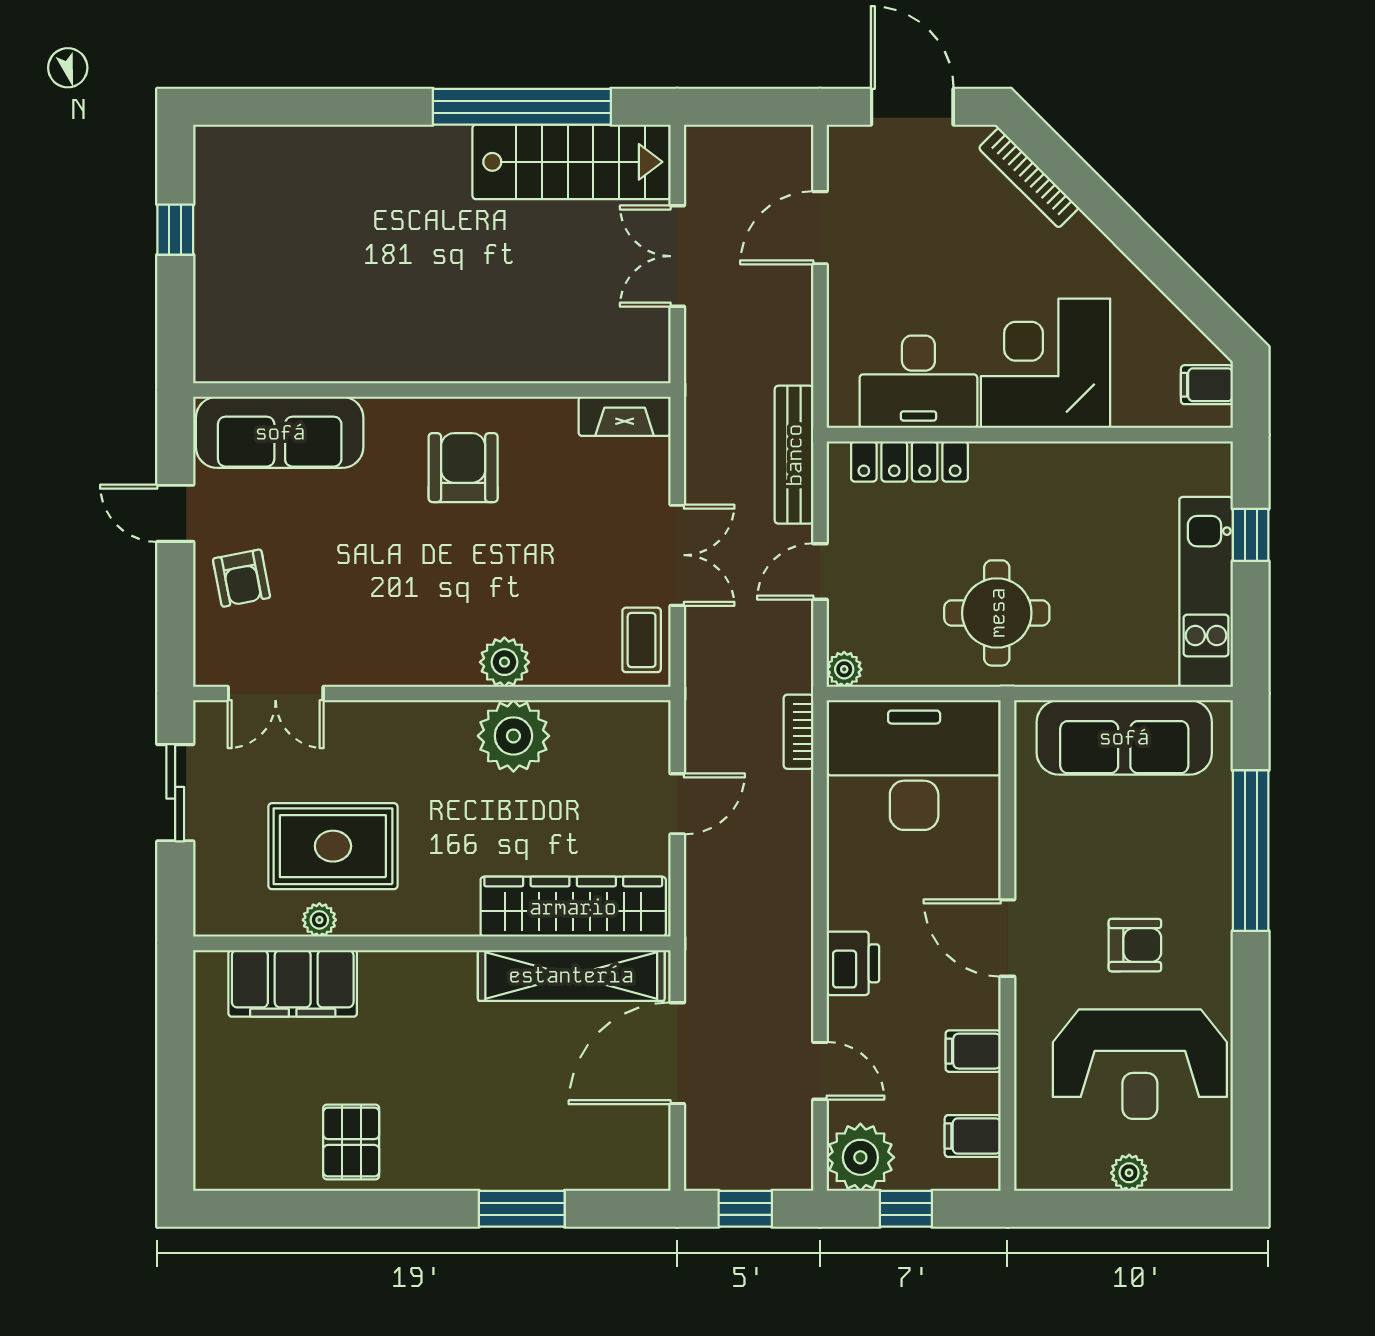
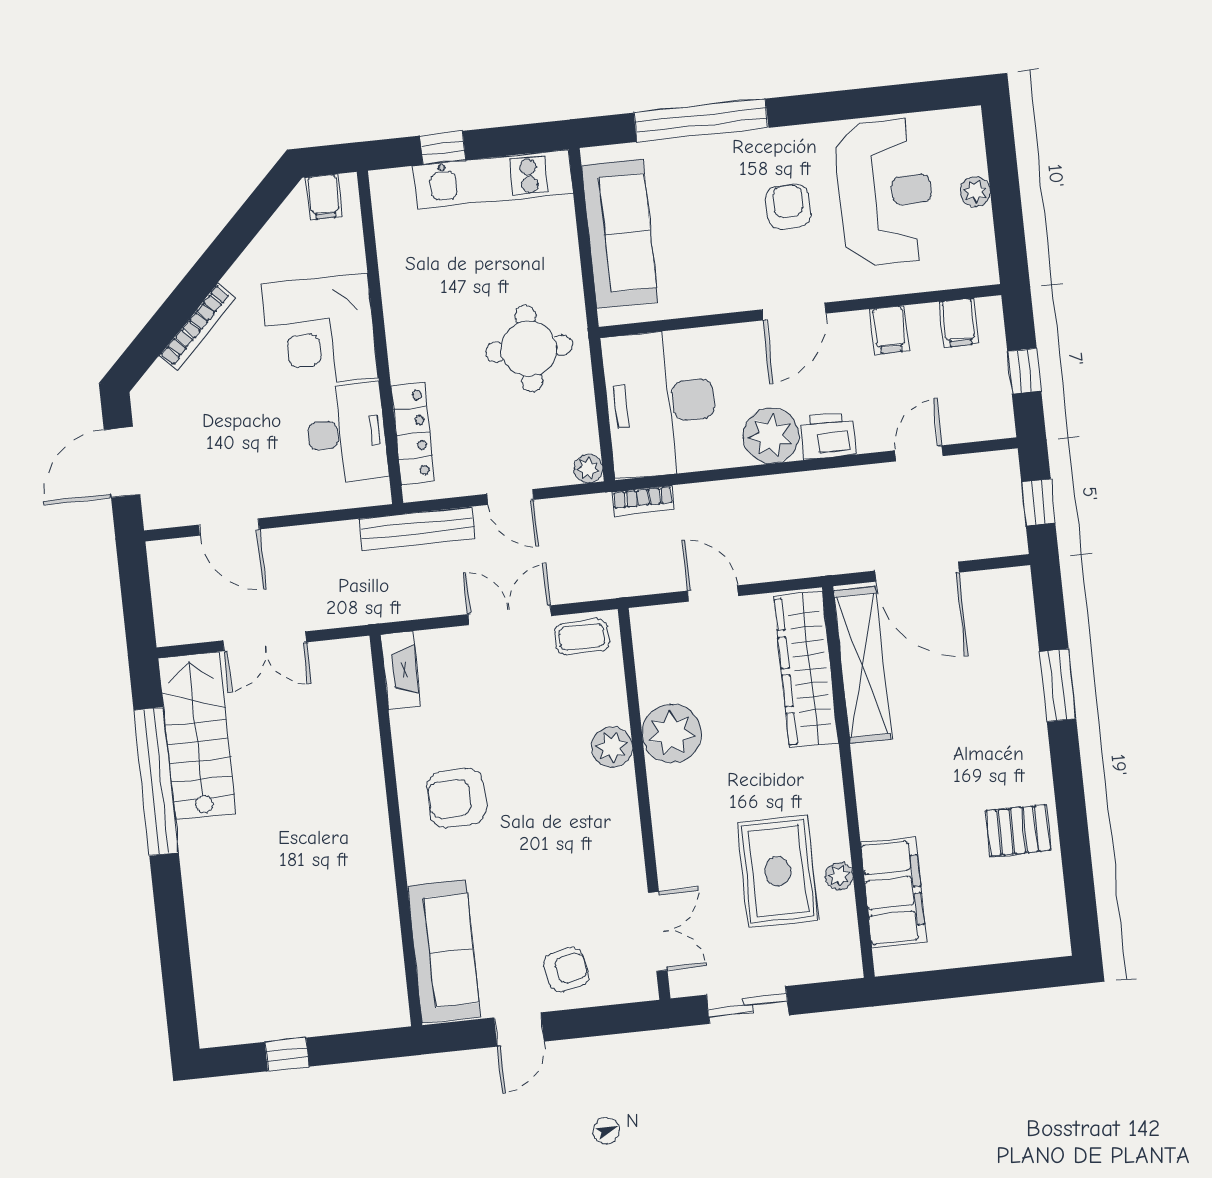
bookcase: (1029, 178) -> (197, 327), moved
plant: (860, 1157) -> (771, 436), moved

